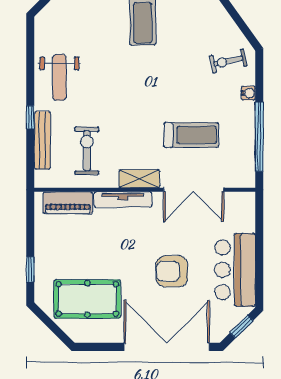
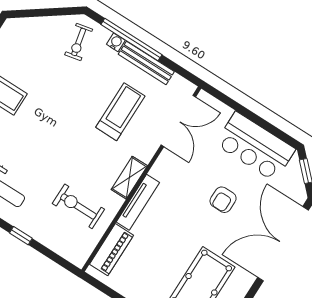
window: (259, 137) -> (131, 40), moved
bench: (42, 140) -> (146, 63), moved
double door: (194, 190) -> (178, 121), moved
armchair: (172, 271) -> (223, 200), width x0.72, depth x0.72

